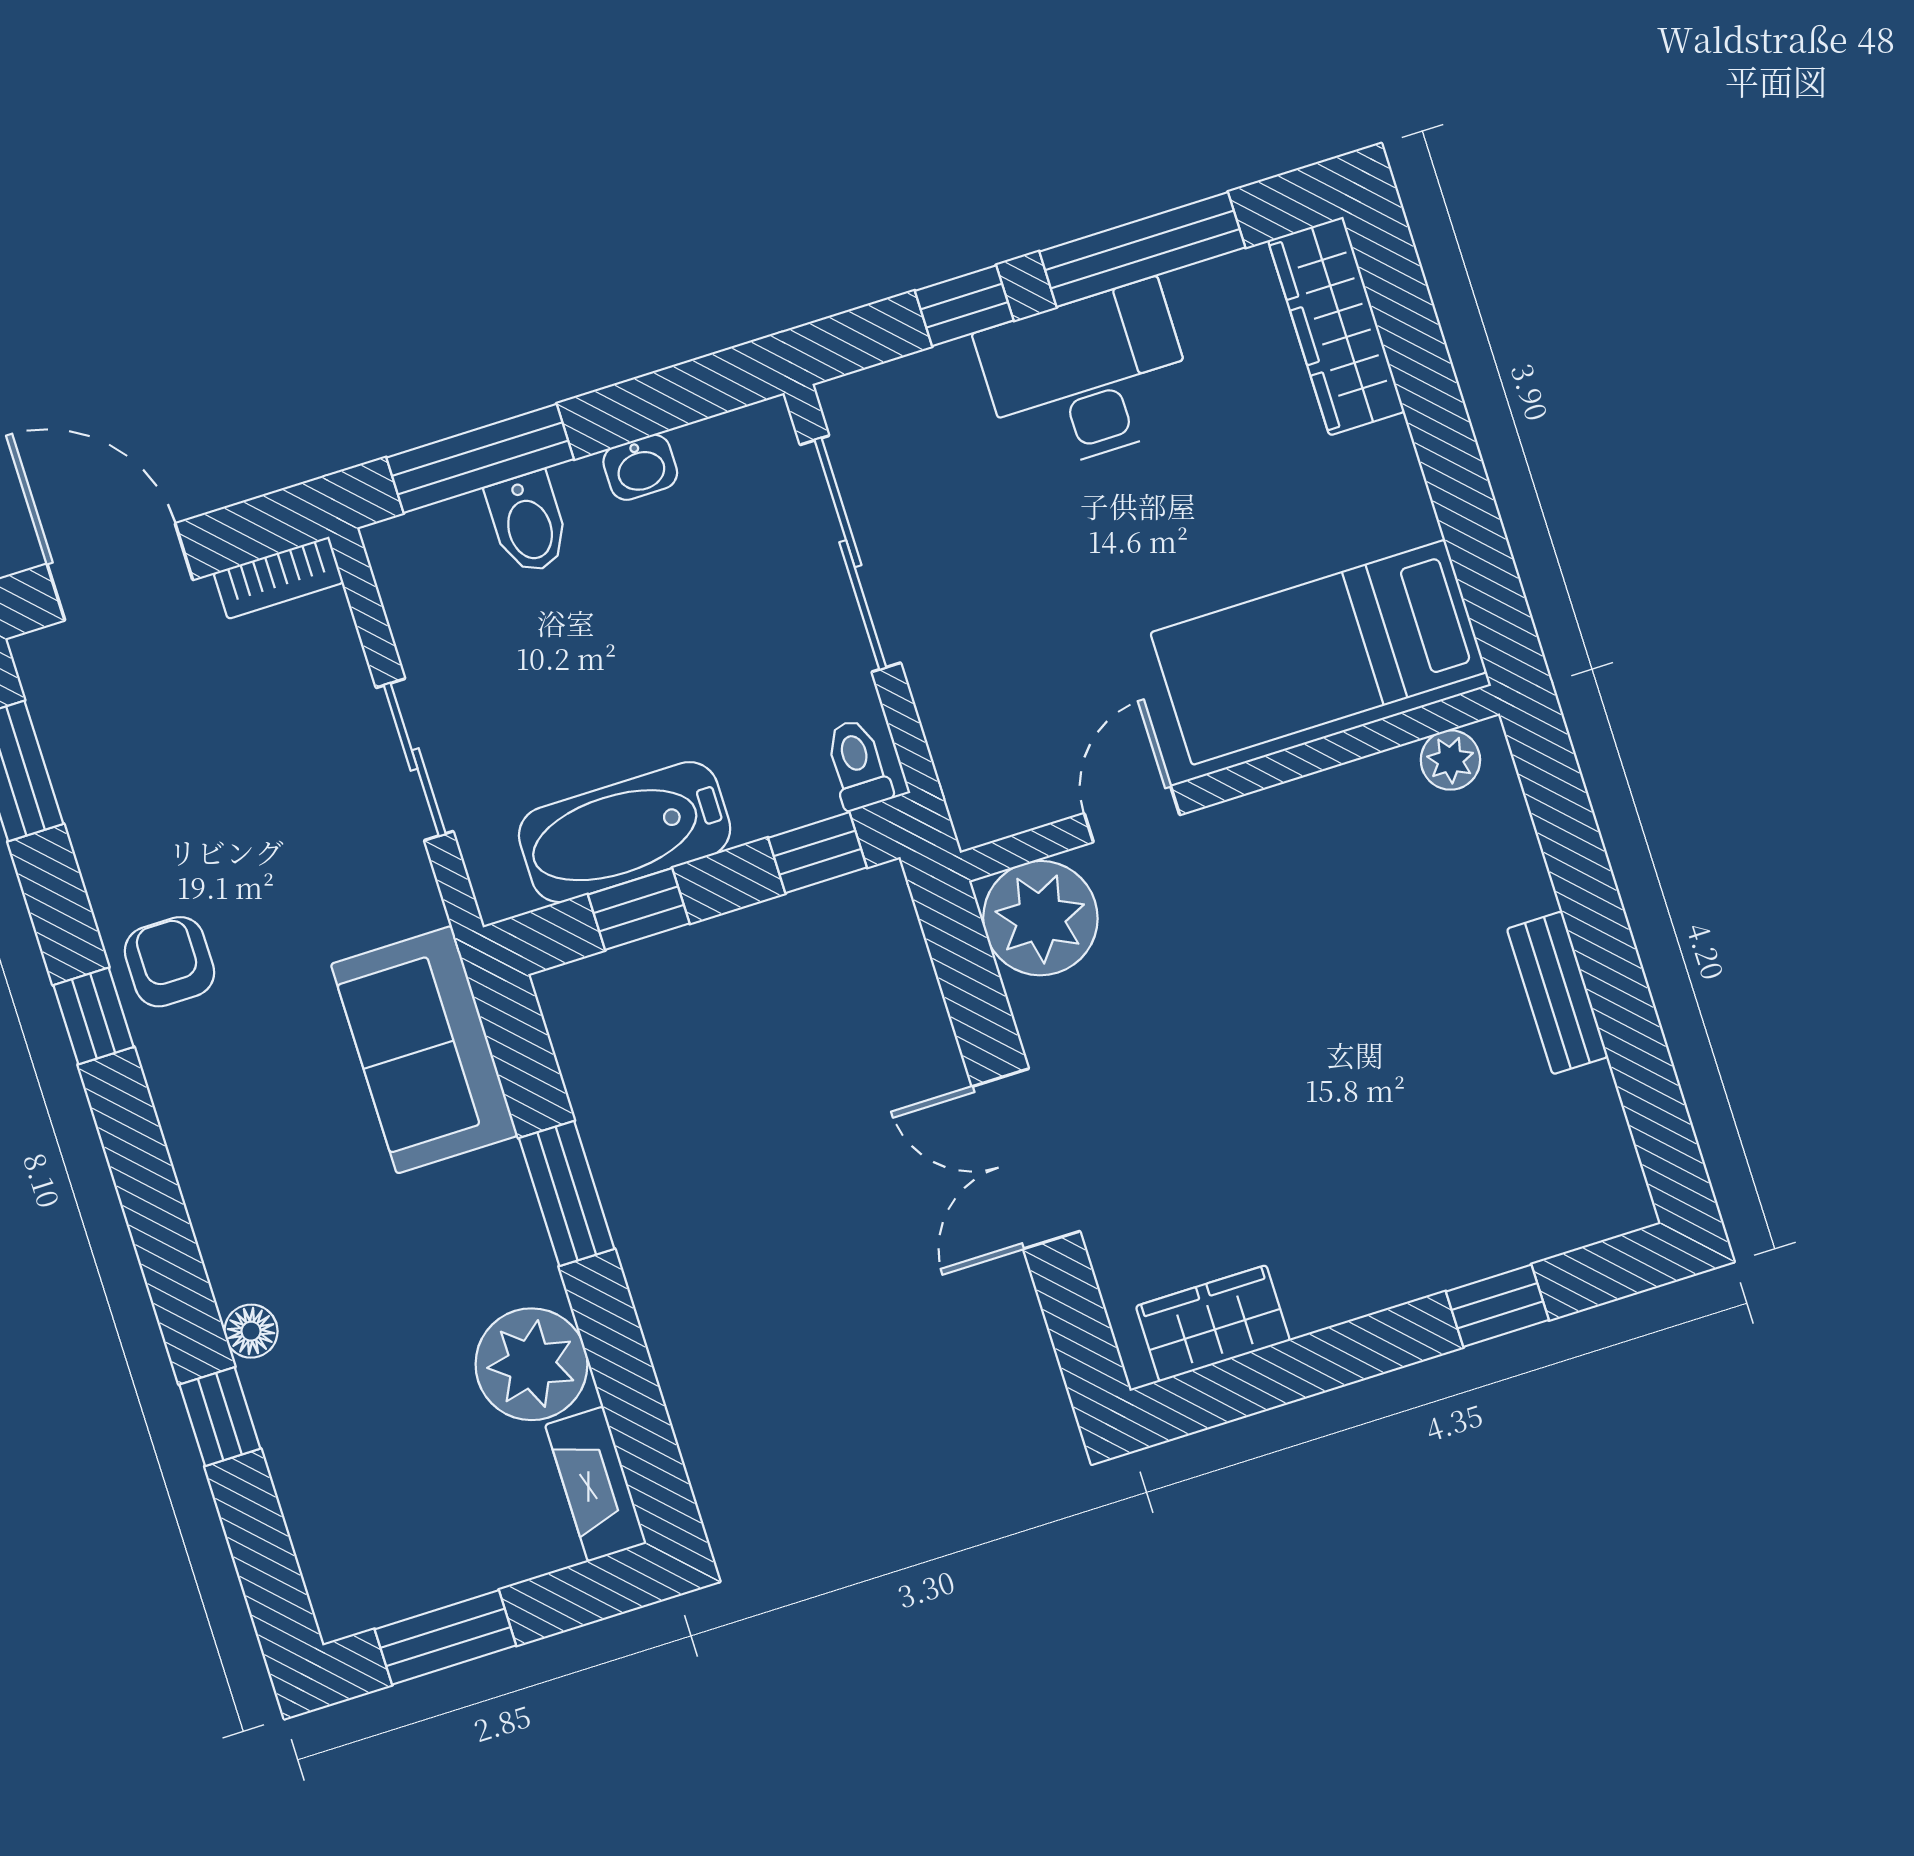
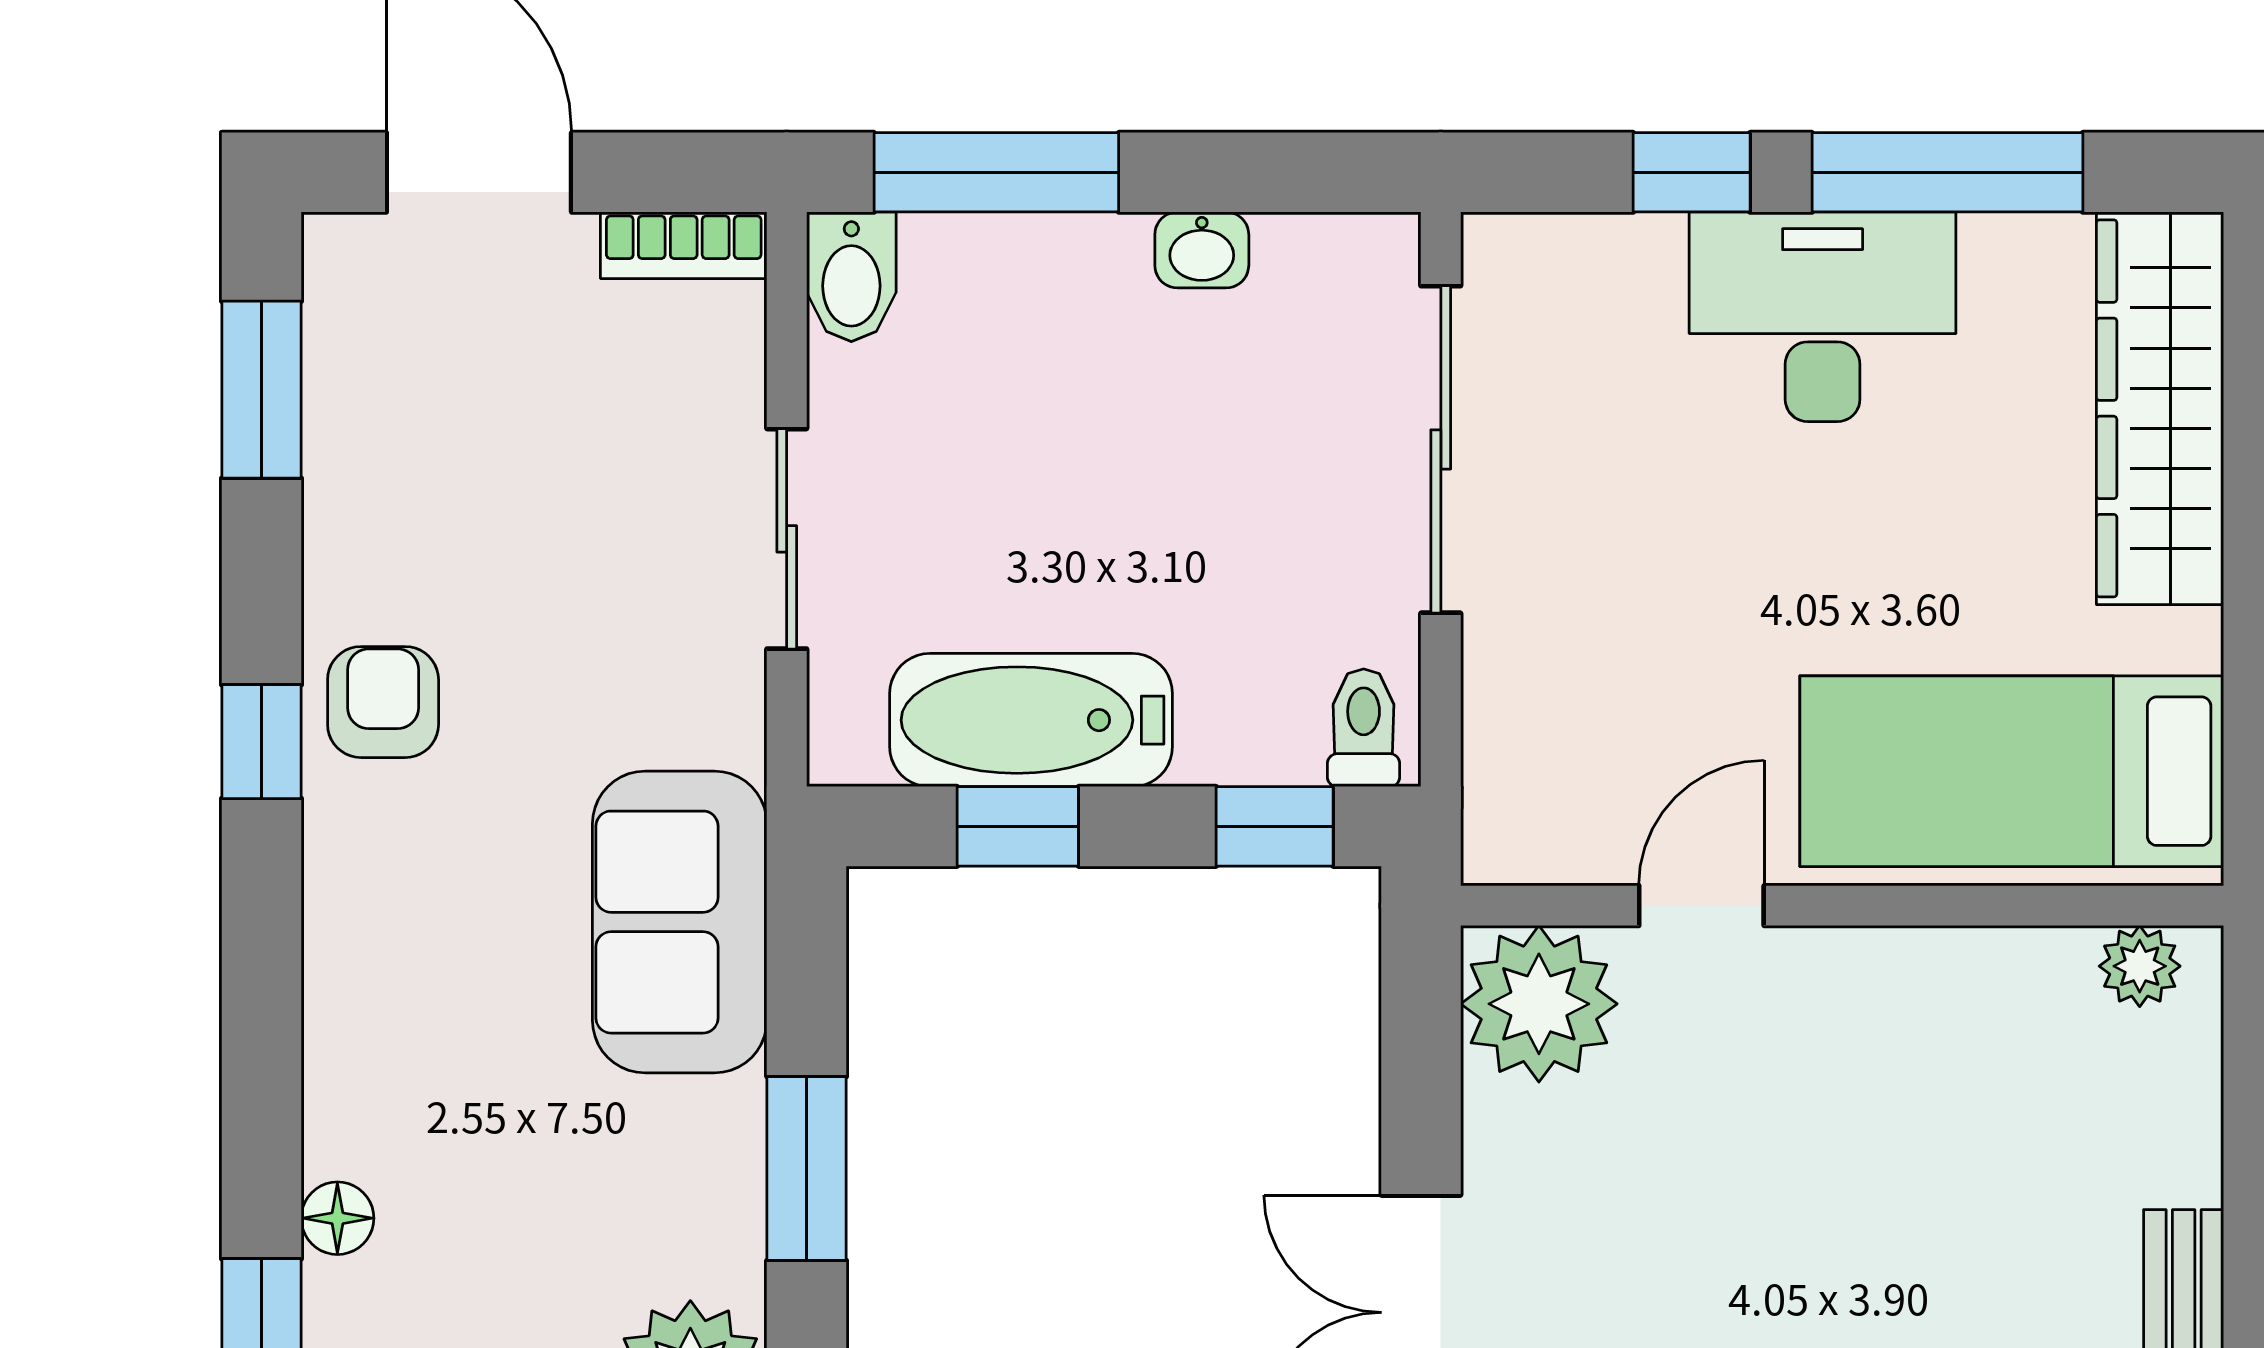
wardrobe: (1336, 326) -> (2160, 408), width x1.40, depth x1.17
bidet: (528, 523) -> (851, 277), moved

